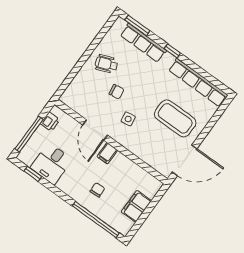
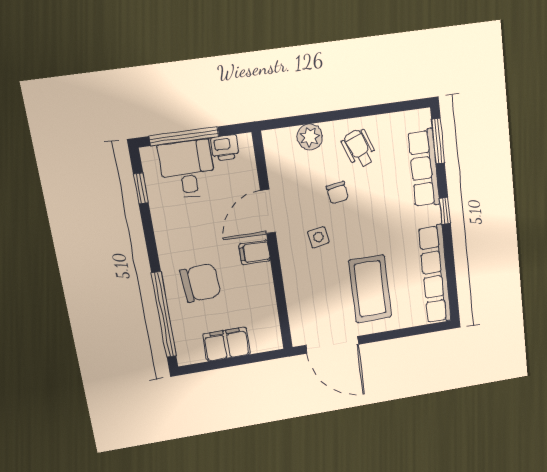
plant: (81, 81) -> (310, 137), added
desk: (51, 164) -> (187, 169), moved, turned 90
chair: (97, 190) -> (201, 283), width x1.87, depth x1.87

